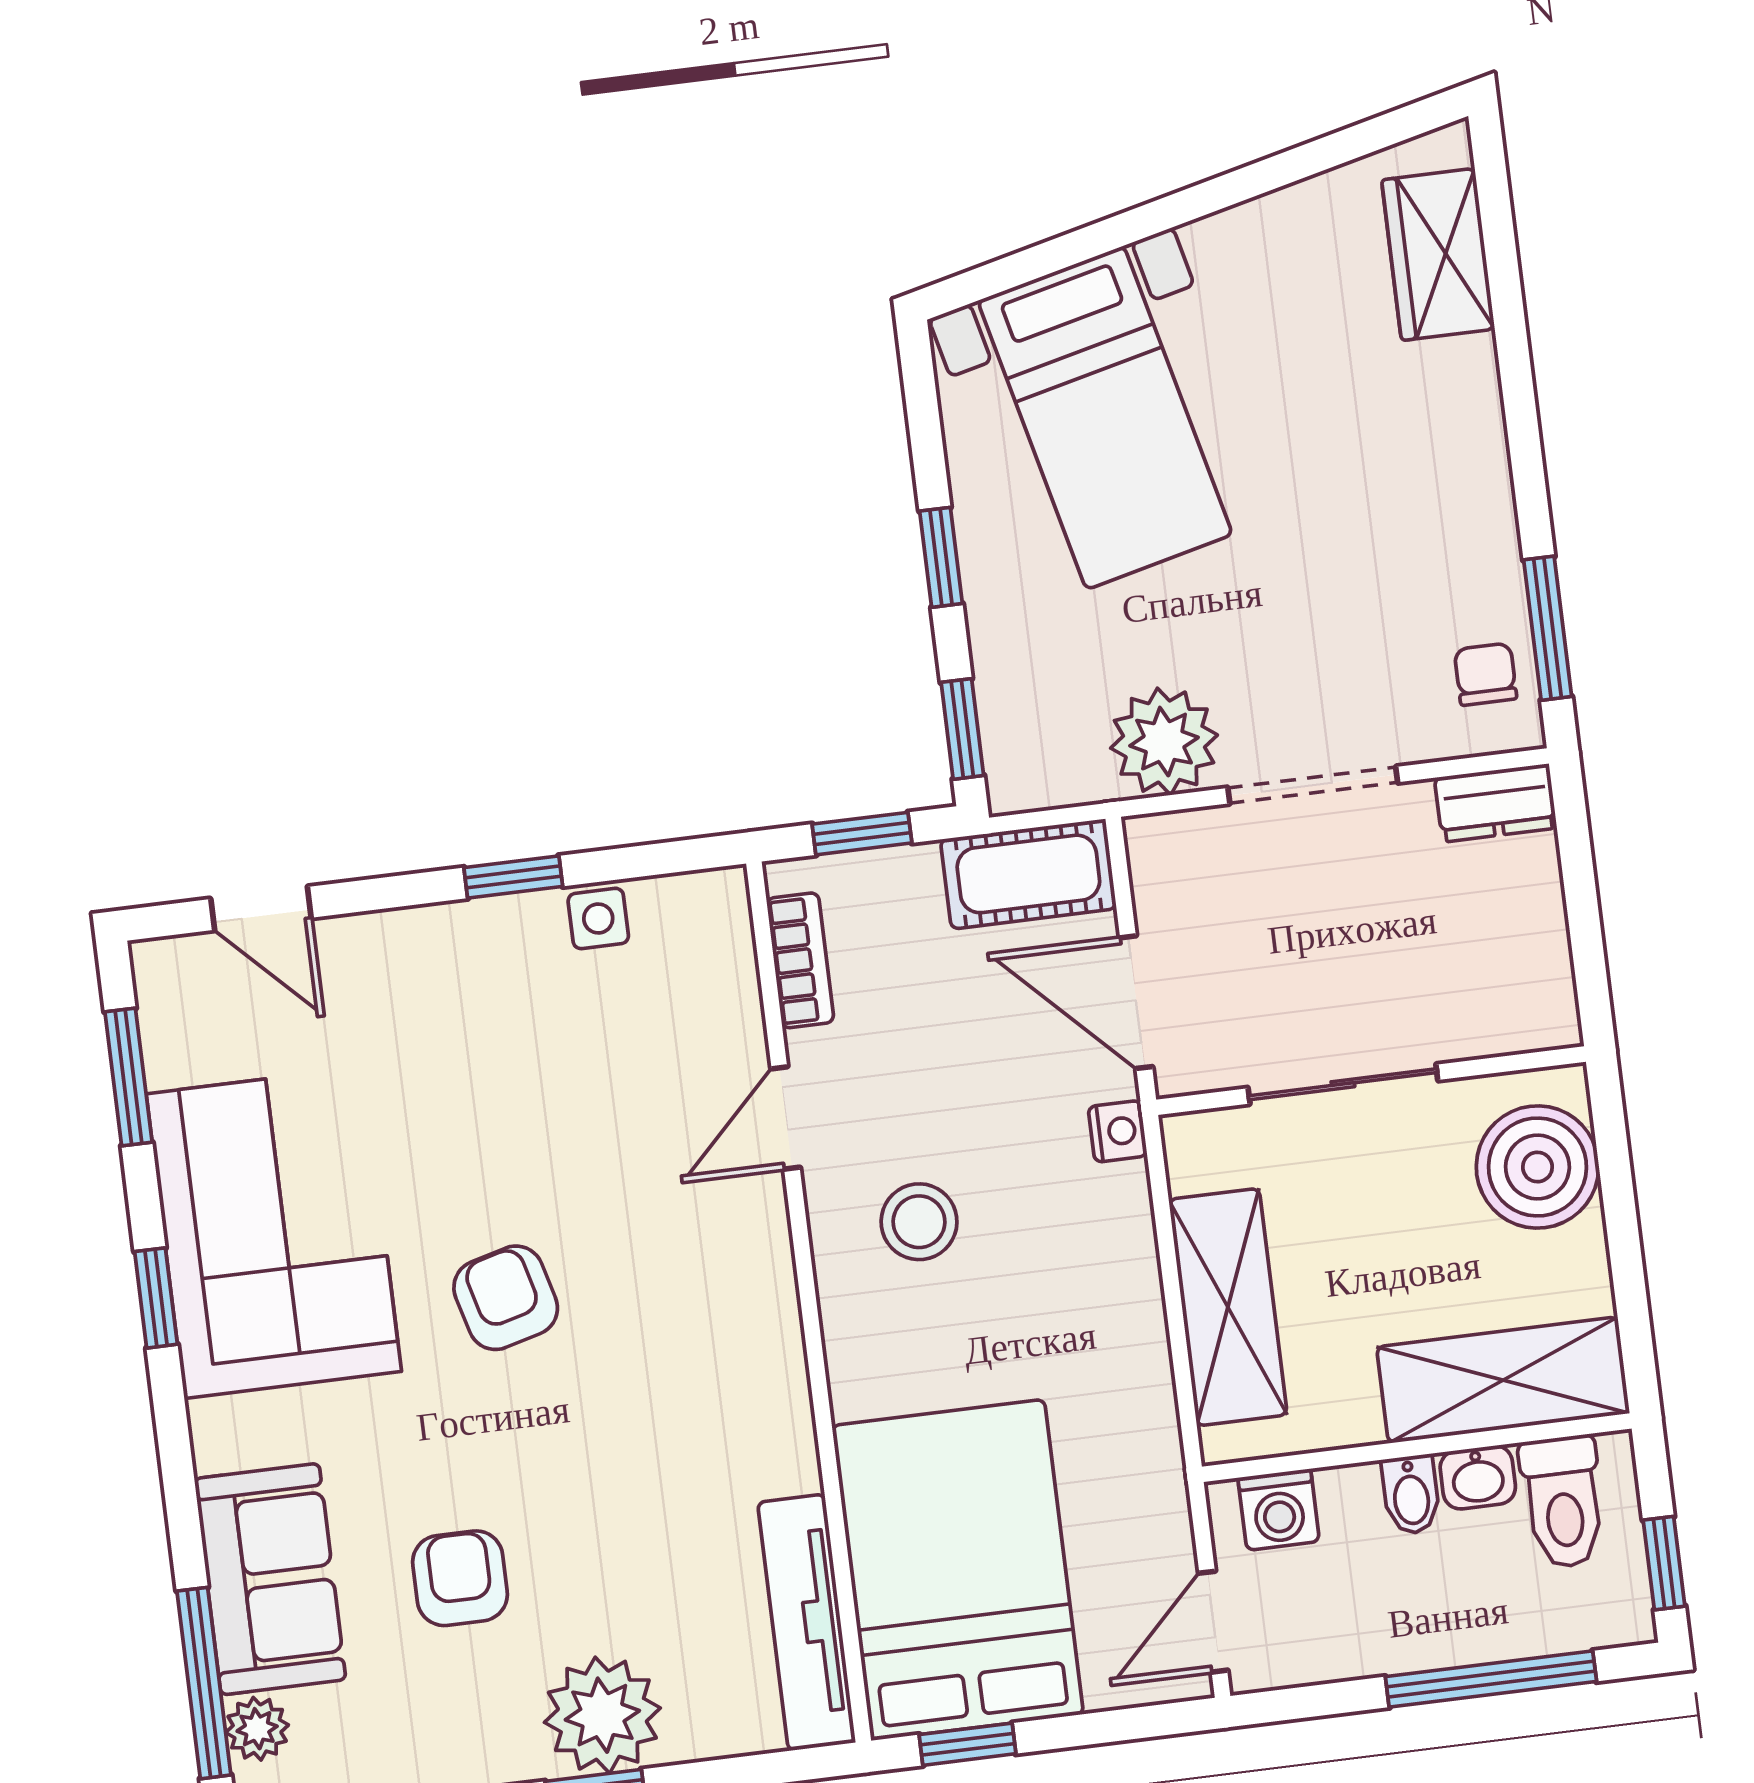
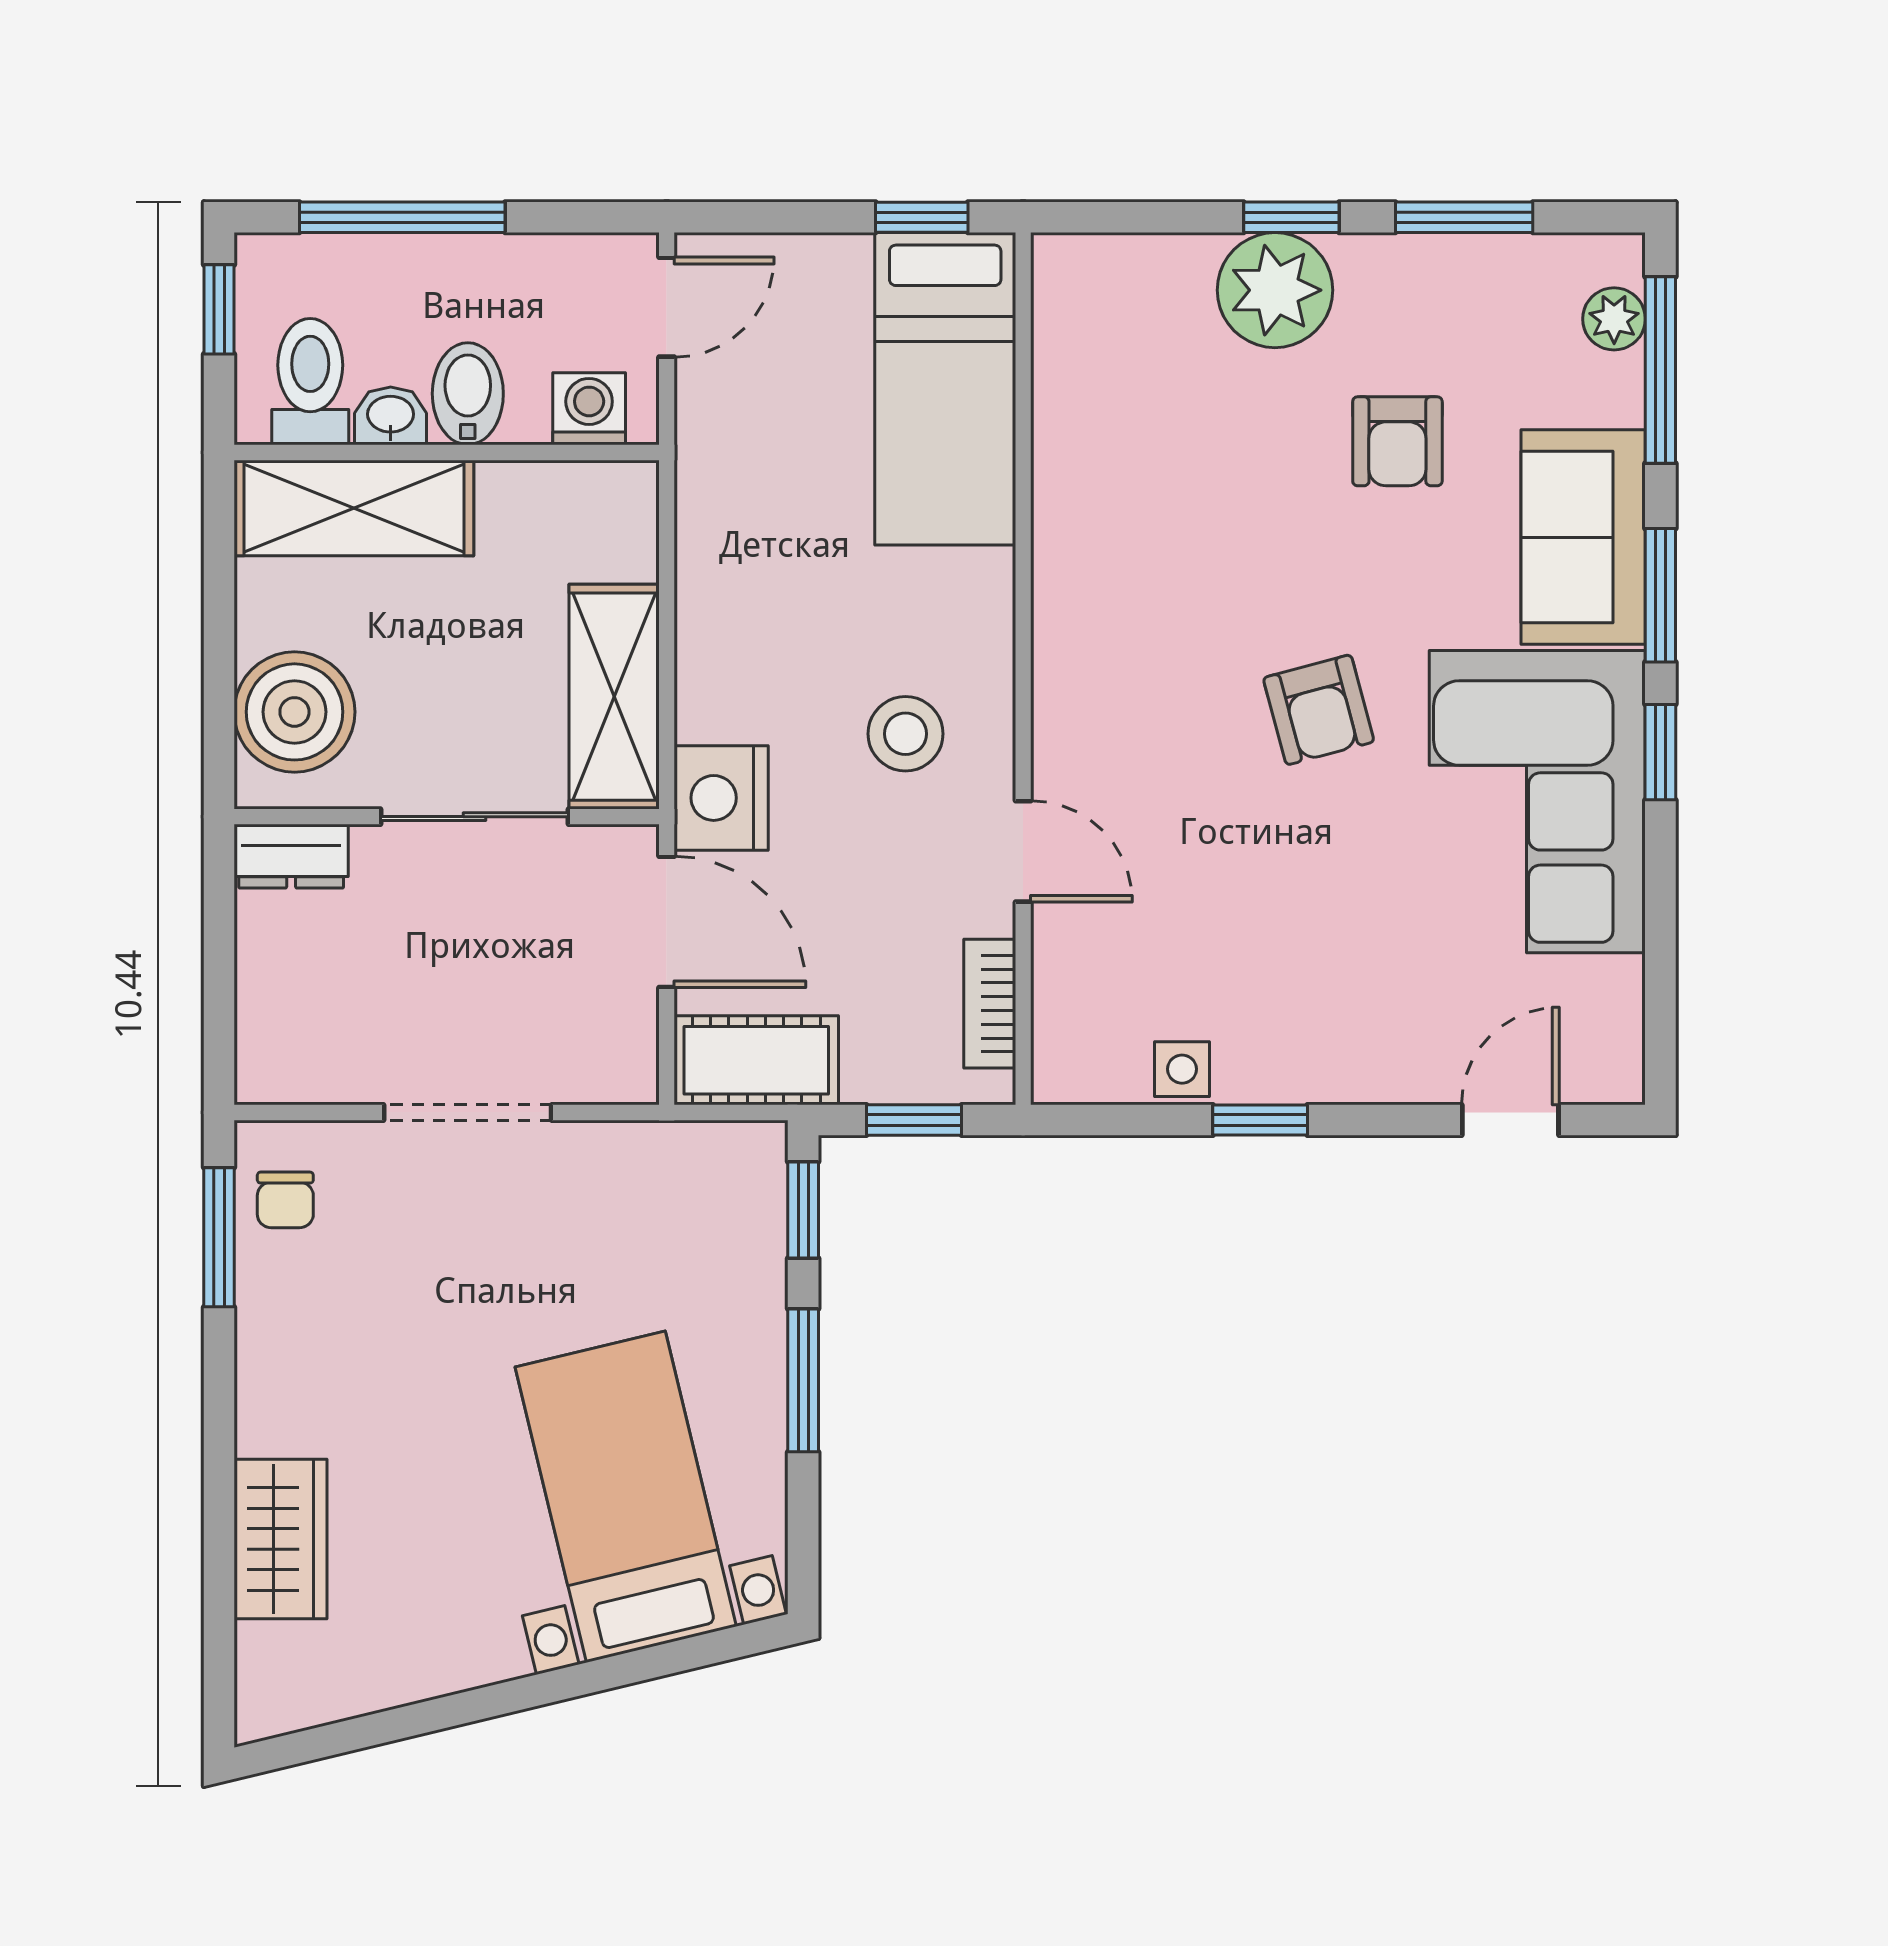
wardrobe: (1438, 254) -> (281, 1539), moved
window: (941, 557) -> (803, 1380), width x1.50
plant: (1164, 742) -> (608, 1173), removed
dresser: (1496, 803) -> (291, 856), moved, turned 180
door: (261, 908) -> (1510, 1120), hinge flipped
window: (128, 1077) -> (1660, 595), moved
door: (786, 1118) -> (1023, 851), hinge flipped
nightstand: (1118, 1131) -> (721, 798), width x1.89, depth x1.79
shelving: (1228, 1307) -> (614, 697), moved
bidet: (1411, 1495) -> (468, 394), width x1.38, depth x1.36
bed: (958, 1570) -> (945, 389), width x0.67
sofa: (270, 1579) -> (1583, 537), moved
tv unit: (807, 1622) -> (1064, 356), removed

